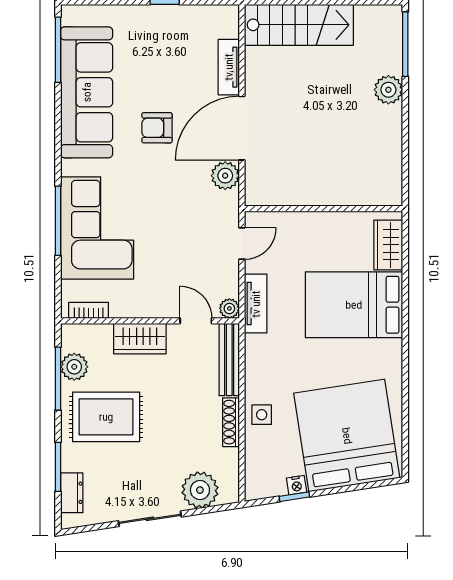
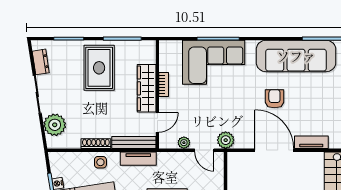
plant: (225, 176) -> (226, 140), moved
tv unit: (256, 304) -> (138, 159), moved
plant: (229, 308) -> (184, 143), moved
bookcase: (89, 310) -> (164, 84), moved
wardrobe: (140, 339) -> (147, 88), width x1.50
plant: (74, 367) -> (129, 49), removed
dresser: (72, 493) -> (41, 62), moved, turned -99

